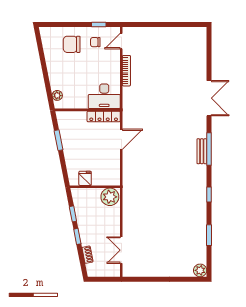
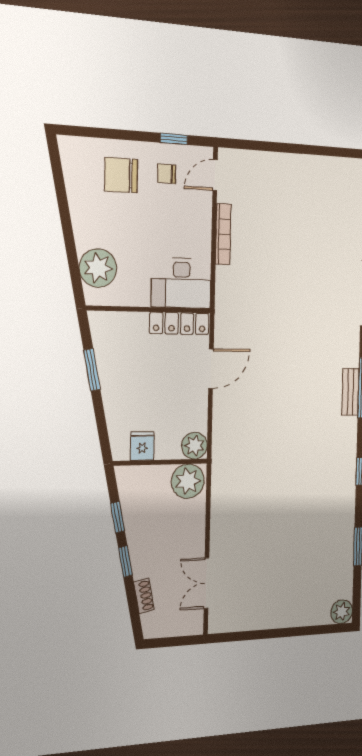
plant: (57, 95) -> (98, 268), width x1.88, depth x1.88
plant: (113, 179) -> (195, 446), added

